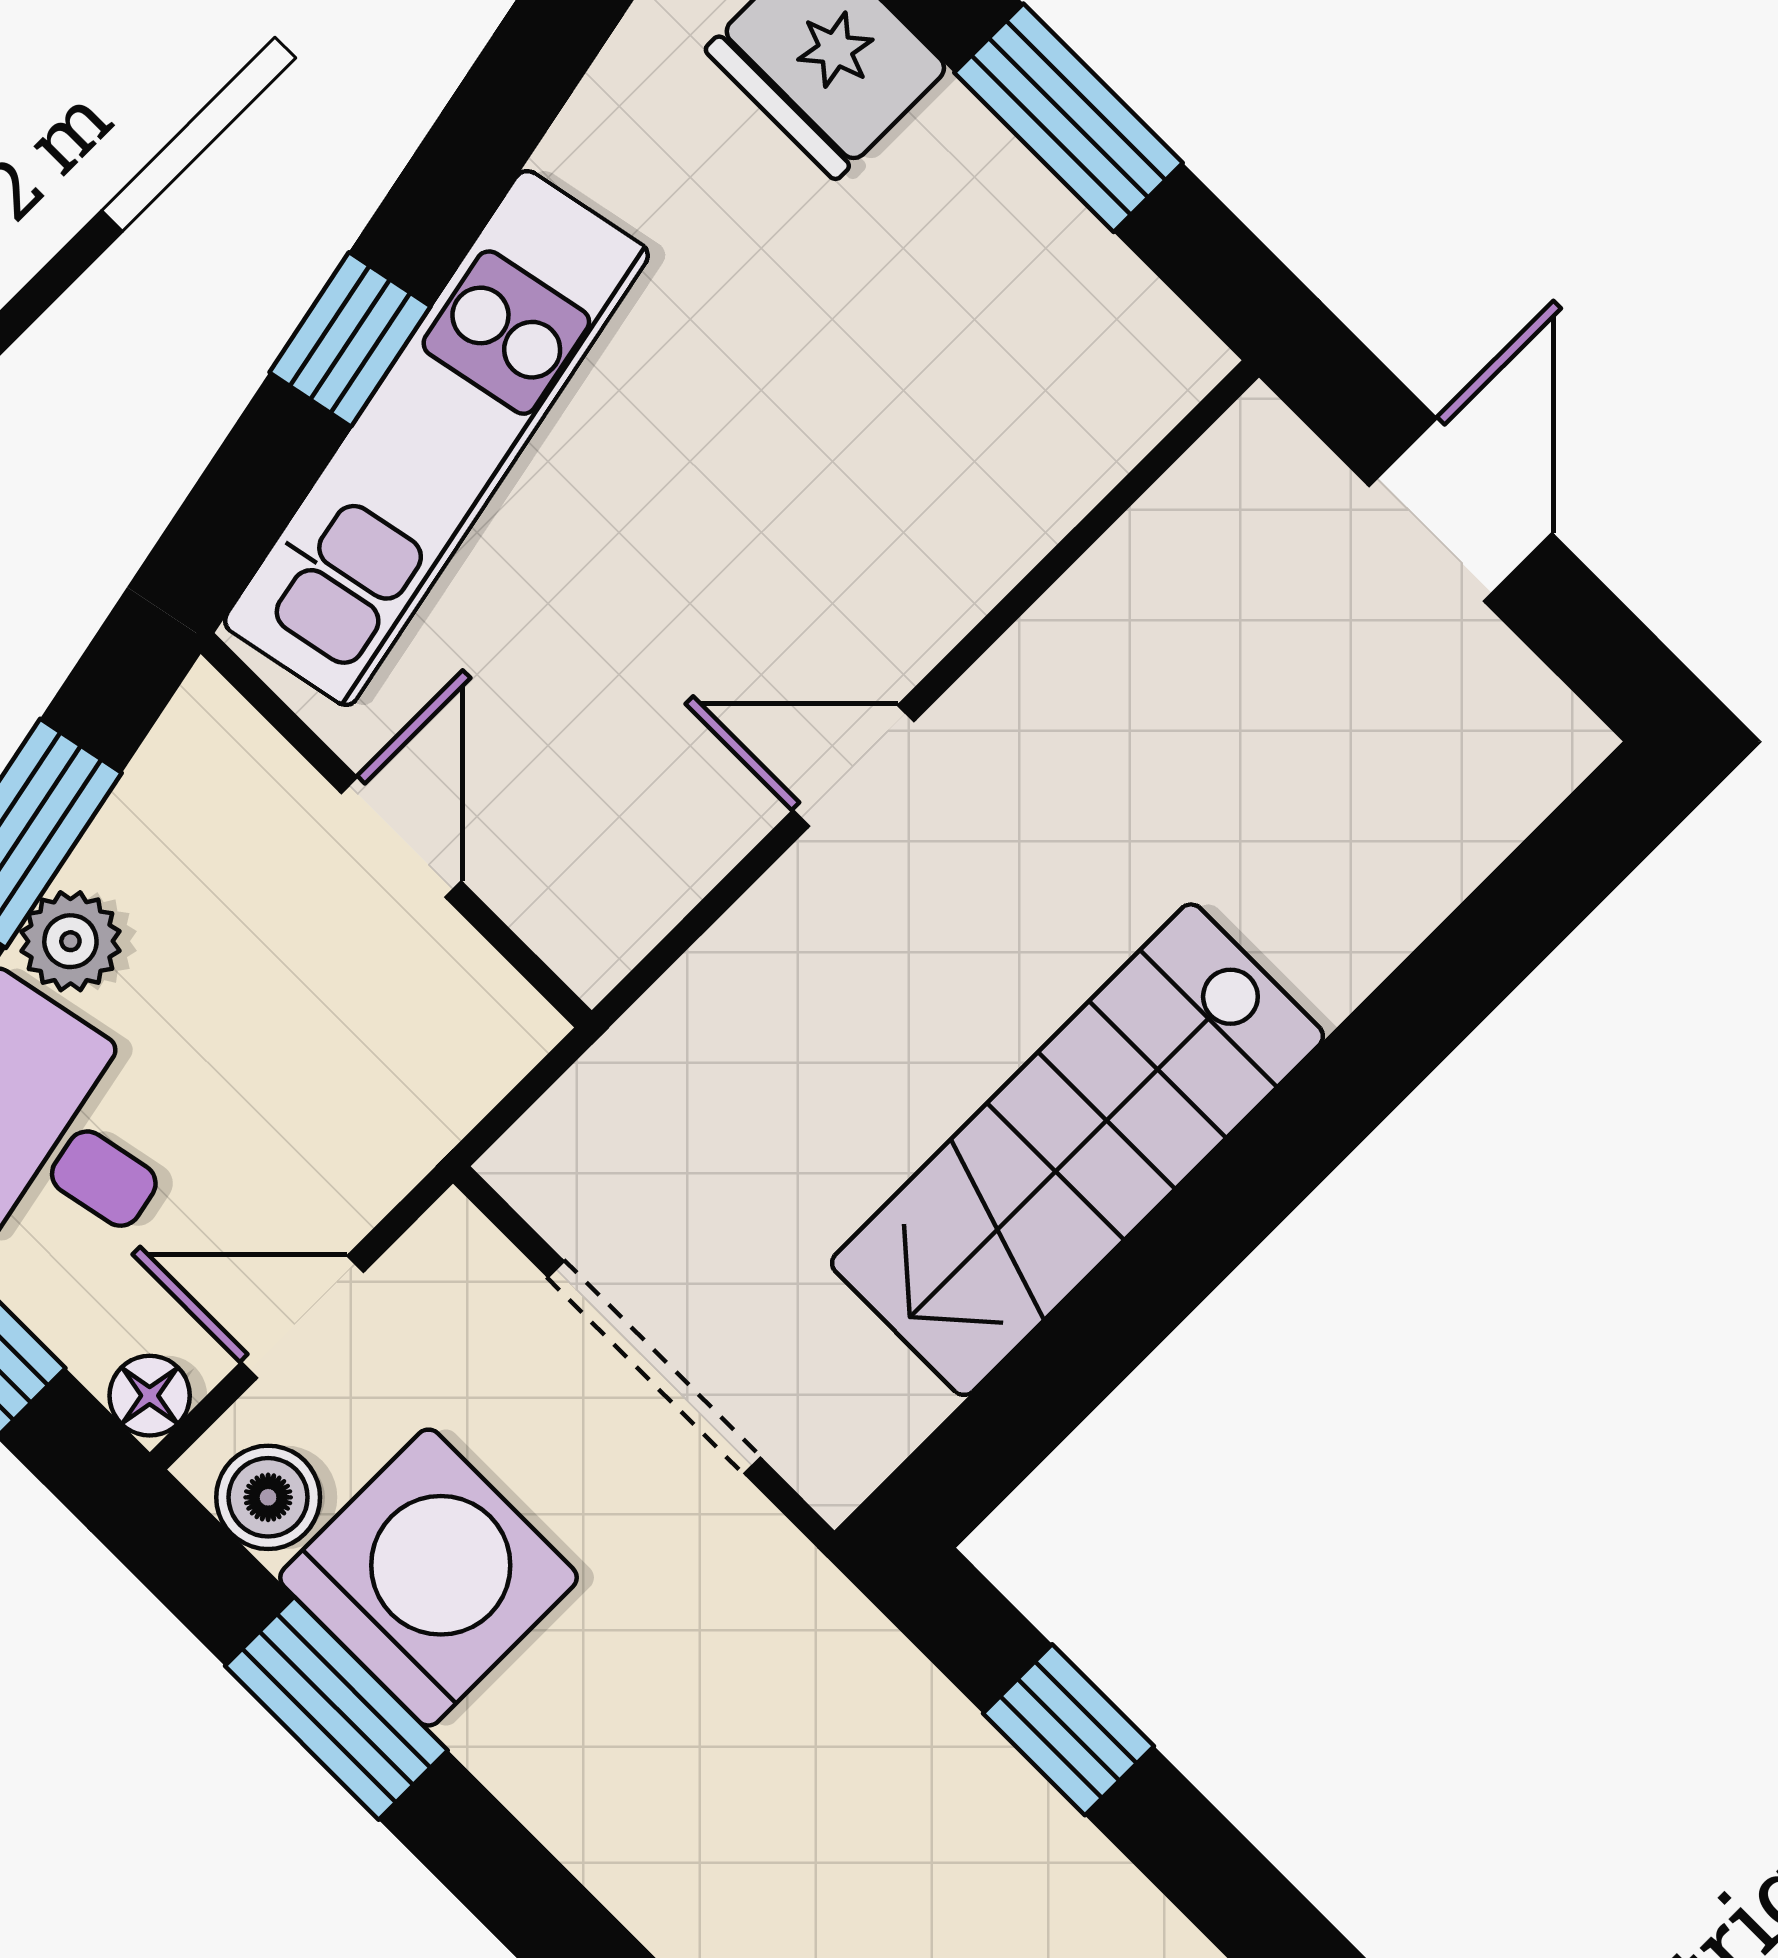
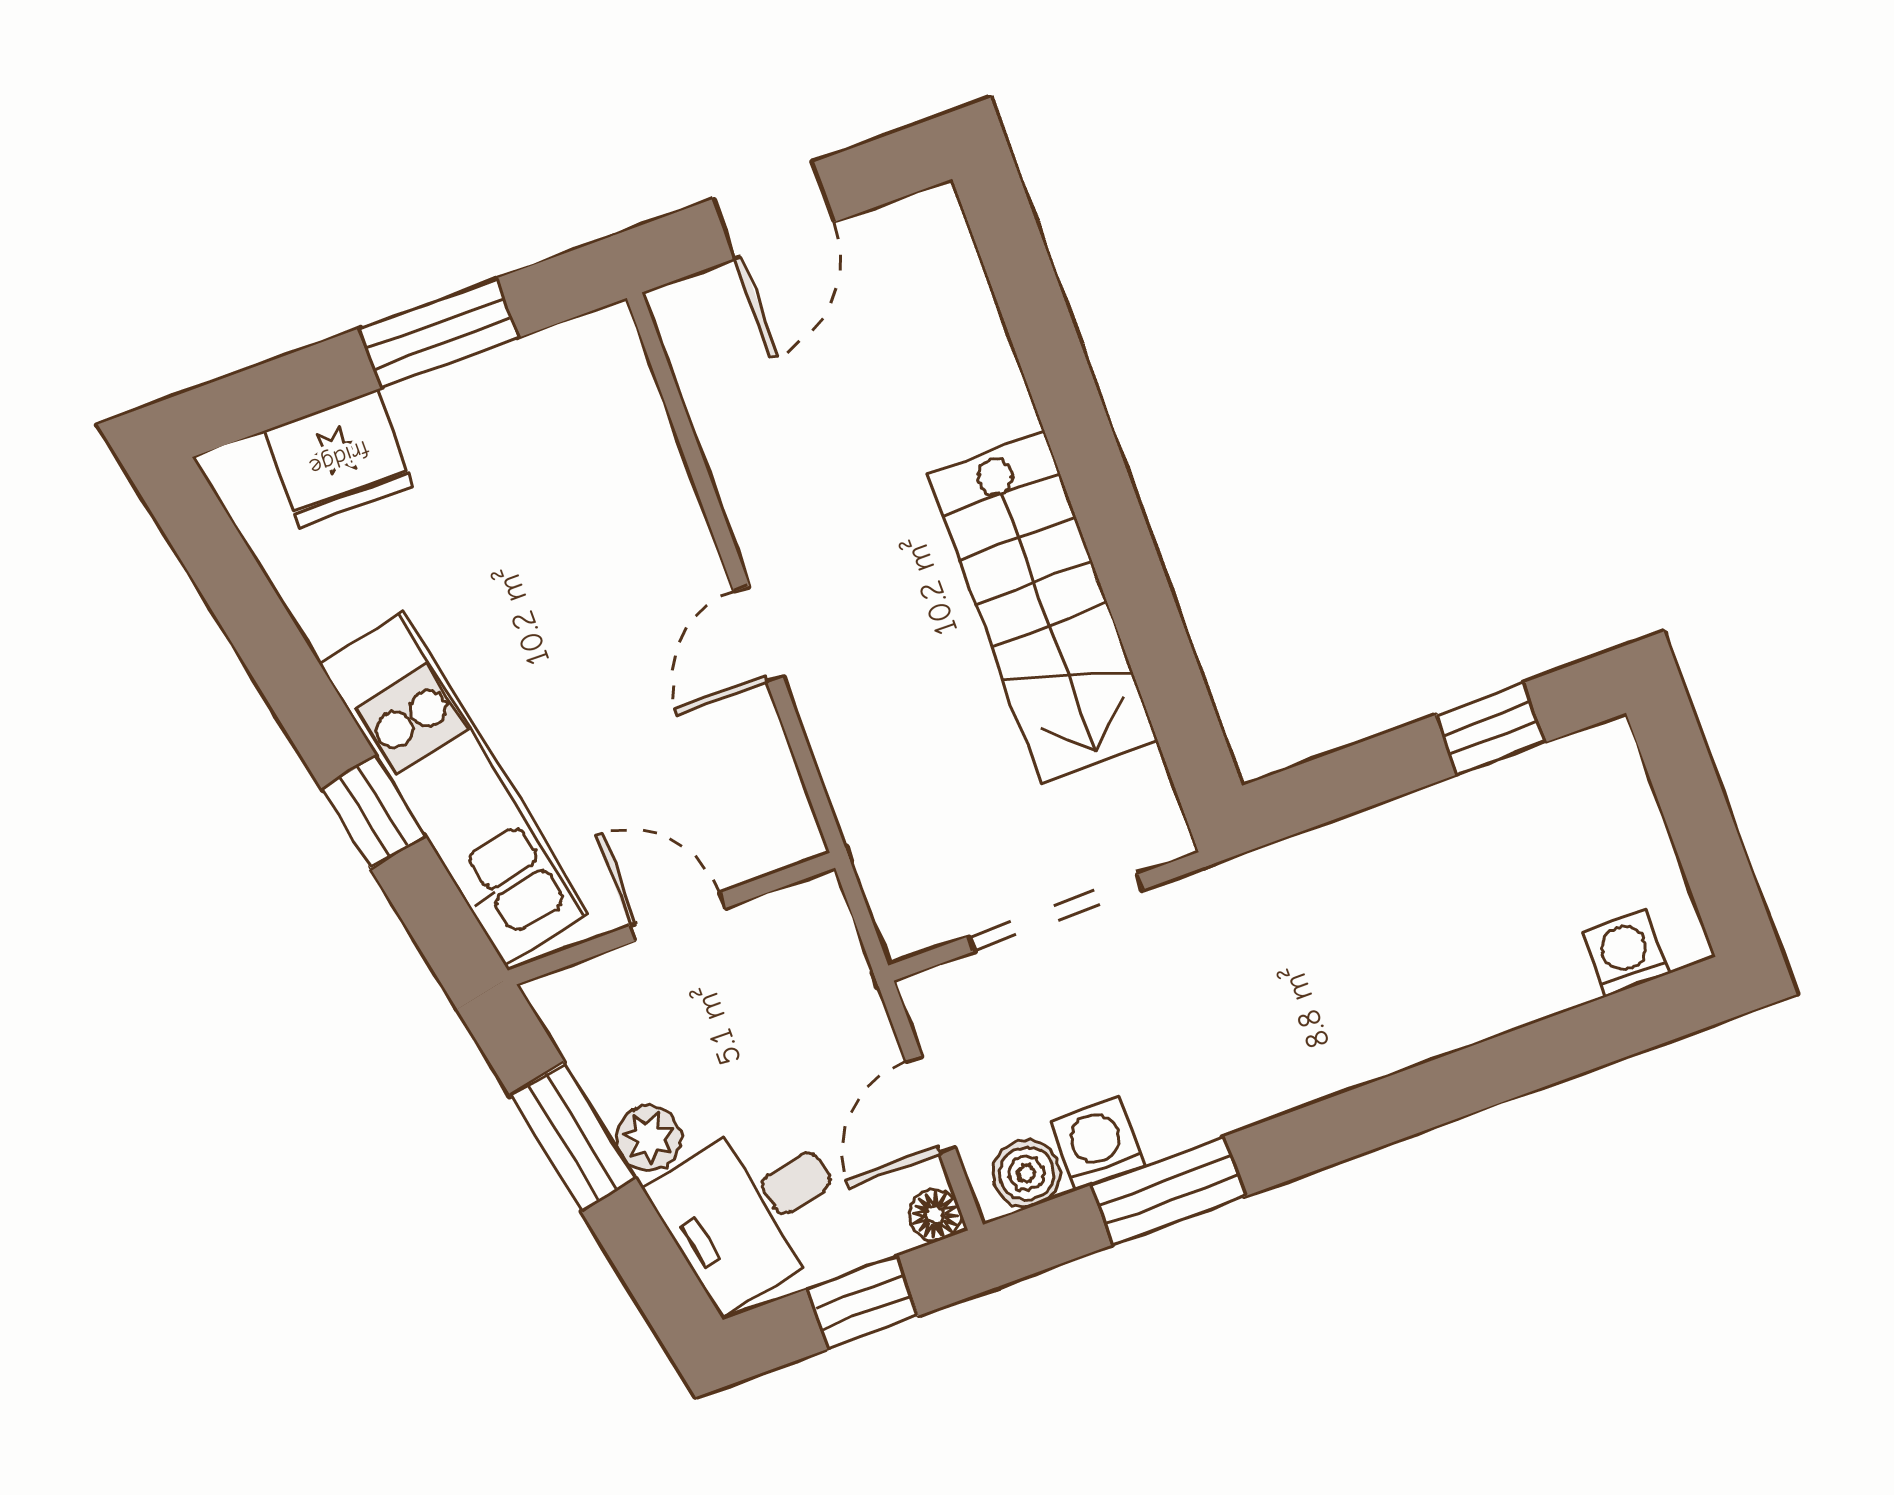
door: (1460, 510) -> (773, 211), swing flipped
washing machine: (429, 1578) -> (1097, 1144), width x0.53, depth x0.53
window: (1069, 1730) -> (1490, 729), moved

